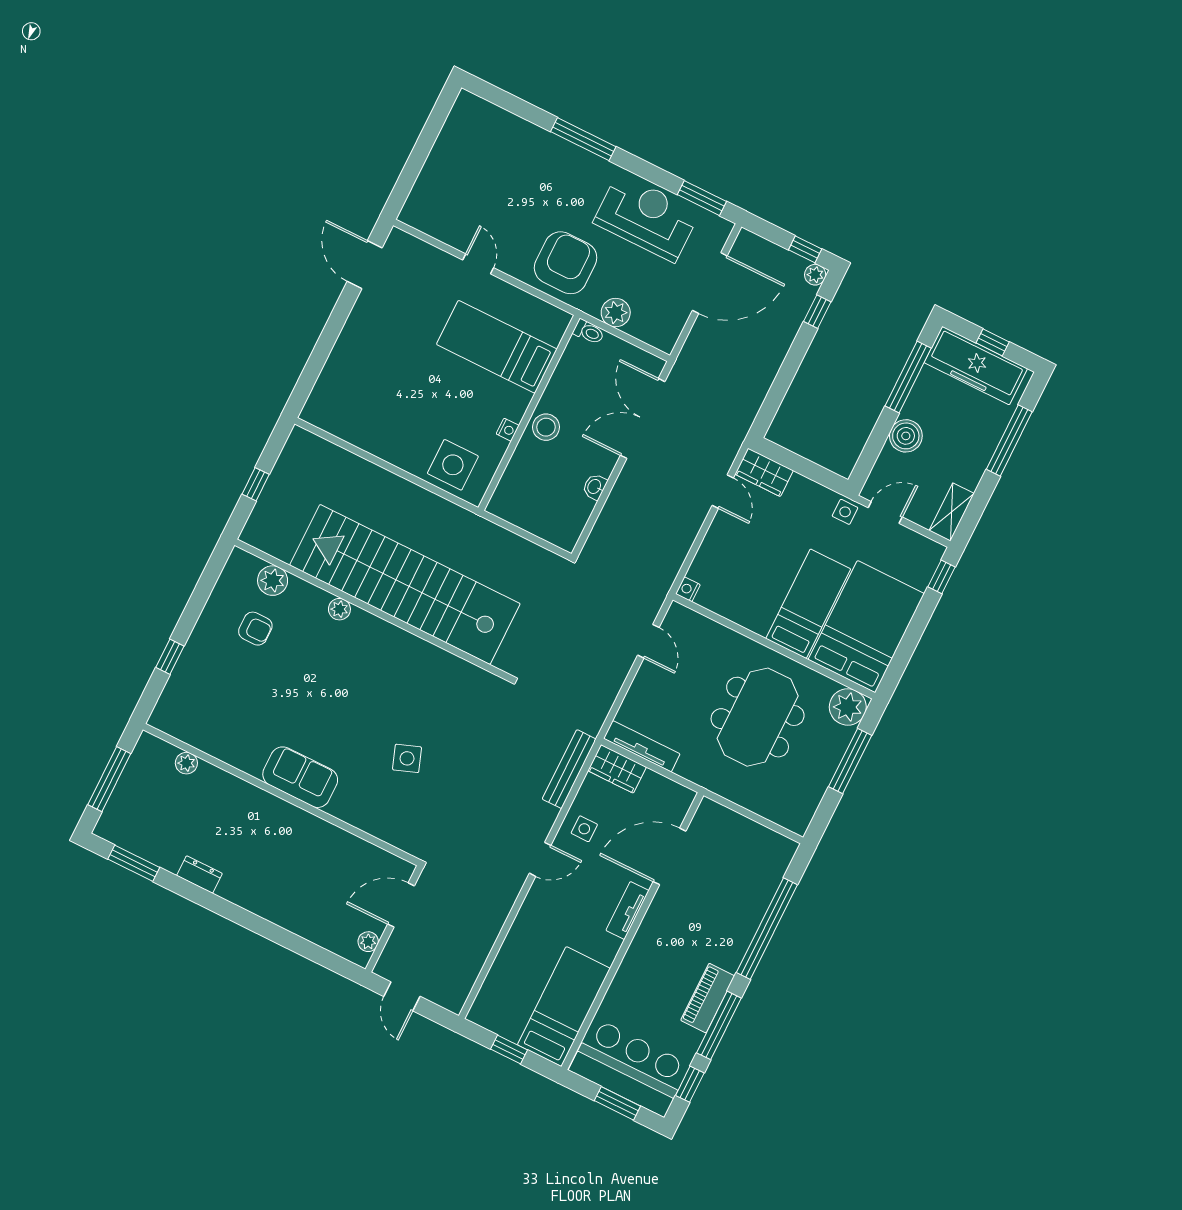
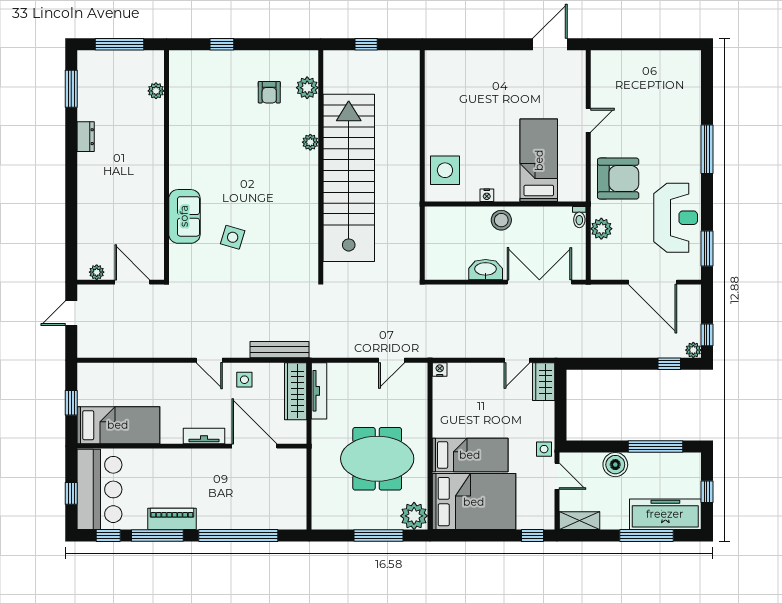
freezer: (976, 366) -> (665, 514), moved, turned 90
washbasin: (595, 487) -> (486, 270), width x1.91, depth x1.45
side table: (407, 758) -> (233, 237), turned 37
wardrobe: (617, 769) -> (296, 391), width x1.50
sofa: (300, 777) -> (184, 216), moved
window: (617, 1103) -> (71, 493), width x0.67

